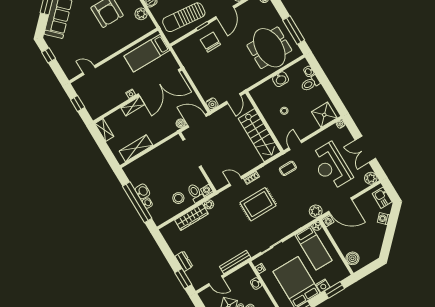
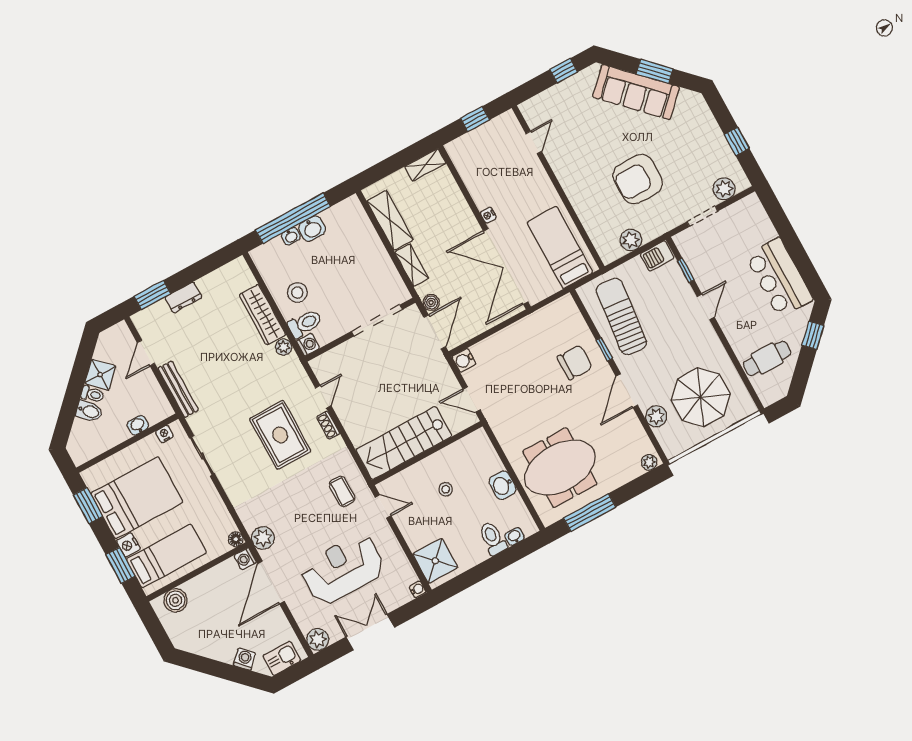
door: (225, 12) -> (627, 391), hinge flipped
shelving: (133, 106) -> (412, 265), moved
bed: (313, 248) -> (166, 556), moved, turned 180

